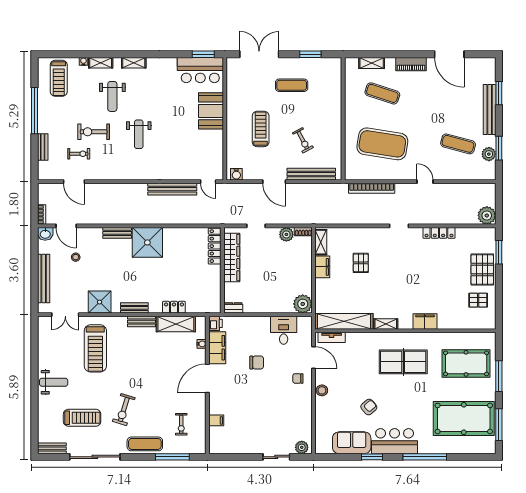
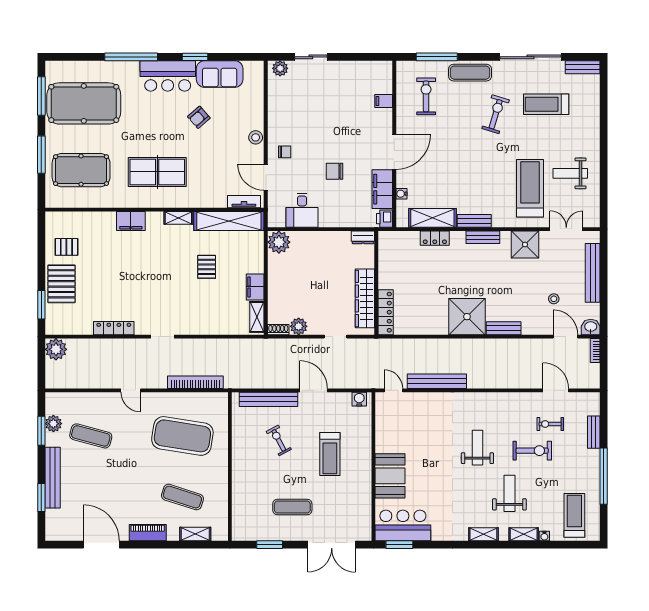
pallet: (361, 263) -> (207, 267), moved
weight bench: (54, 382) -> (570, 173), moved
exercise bike: (181, 424) -> (426, 96), width x1.38, depth x1.39

